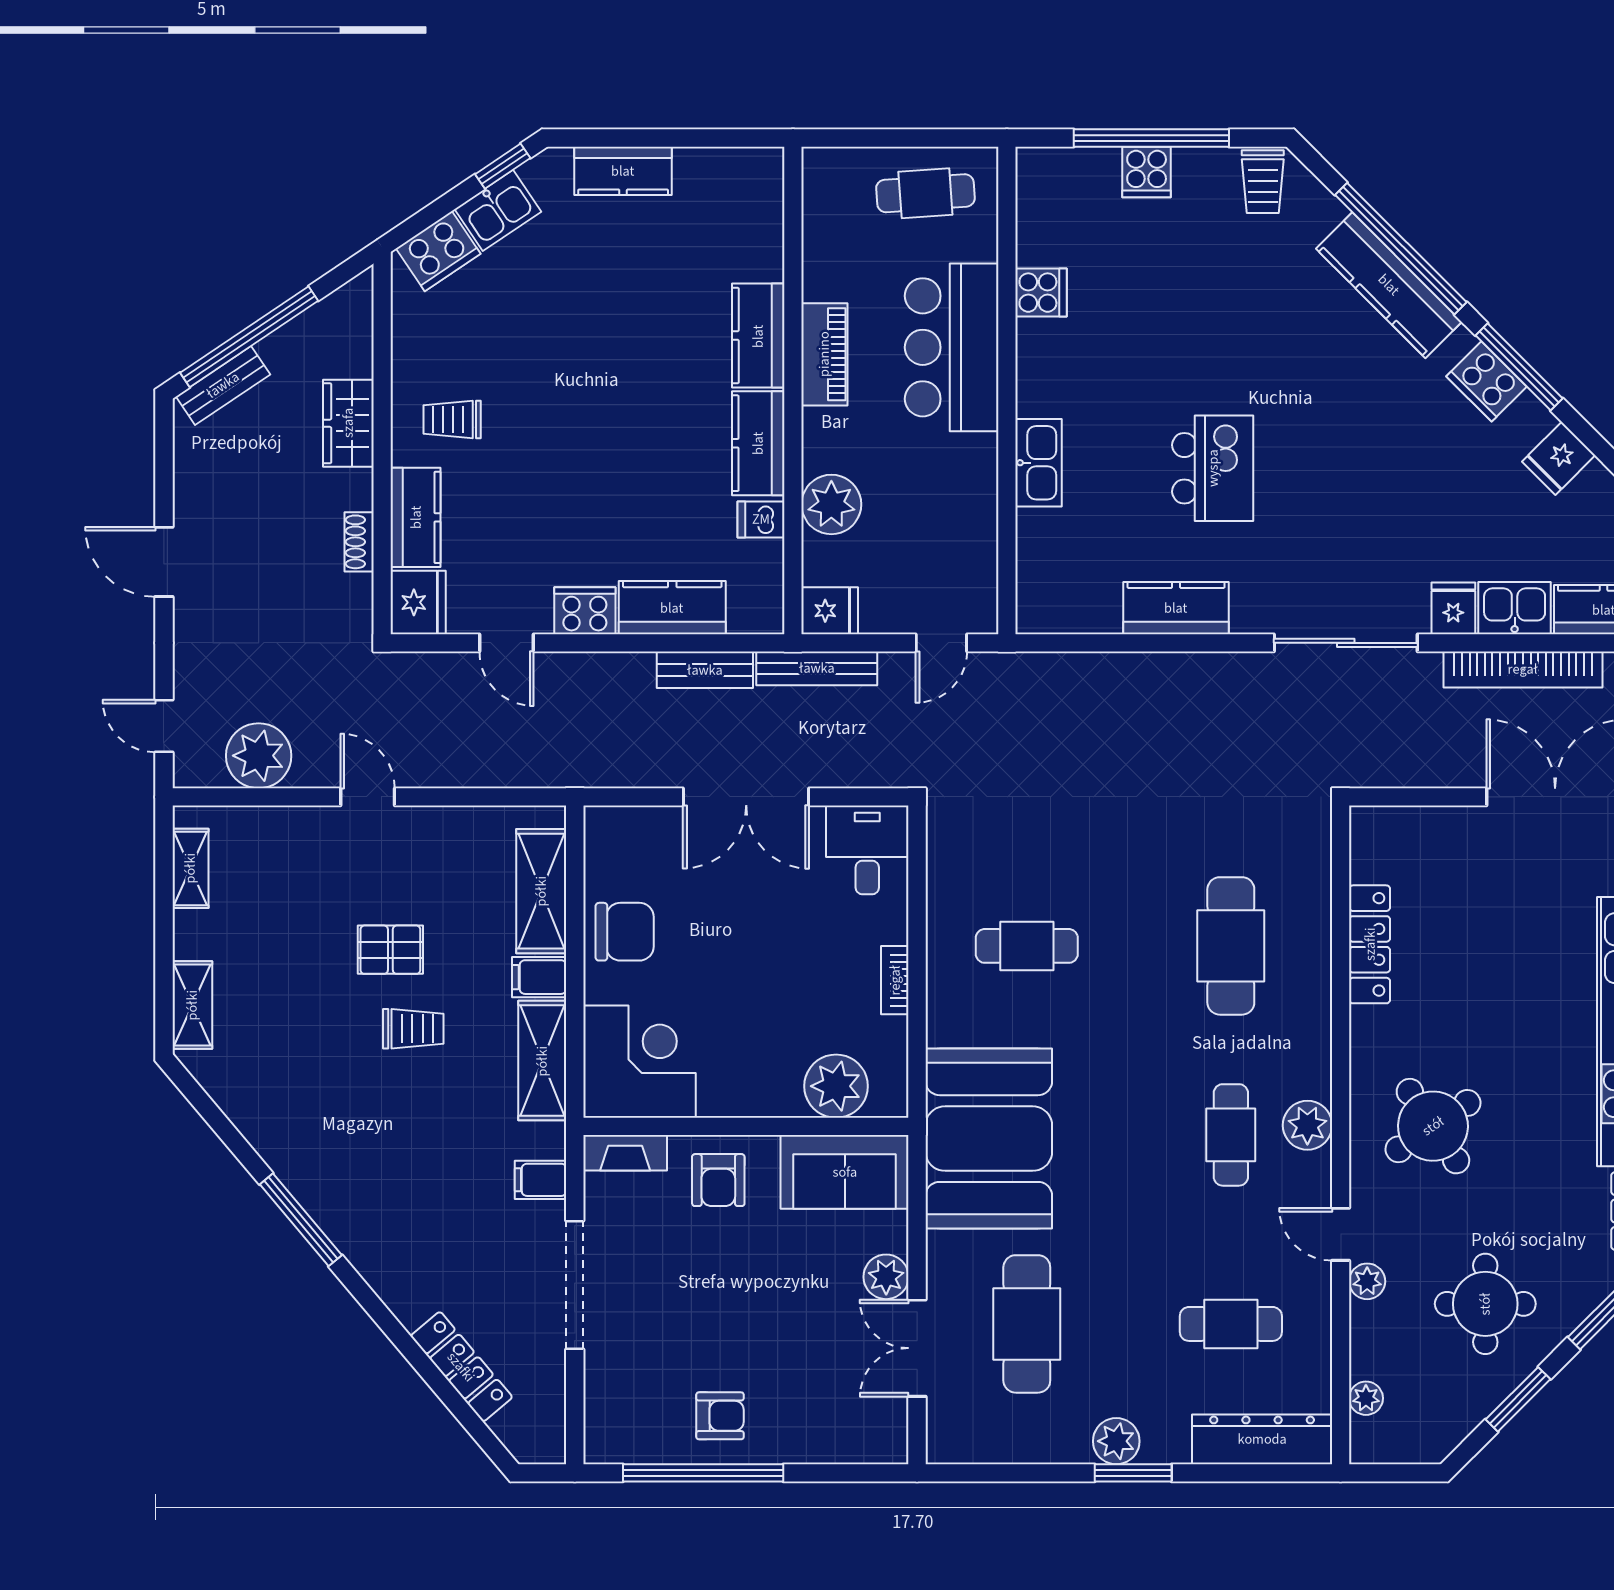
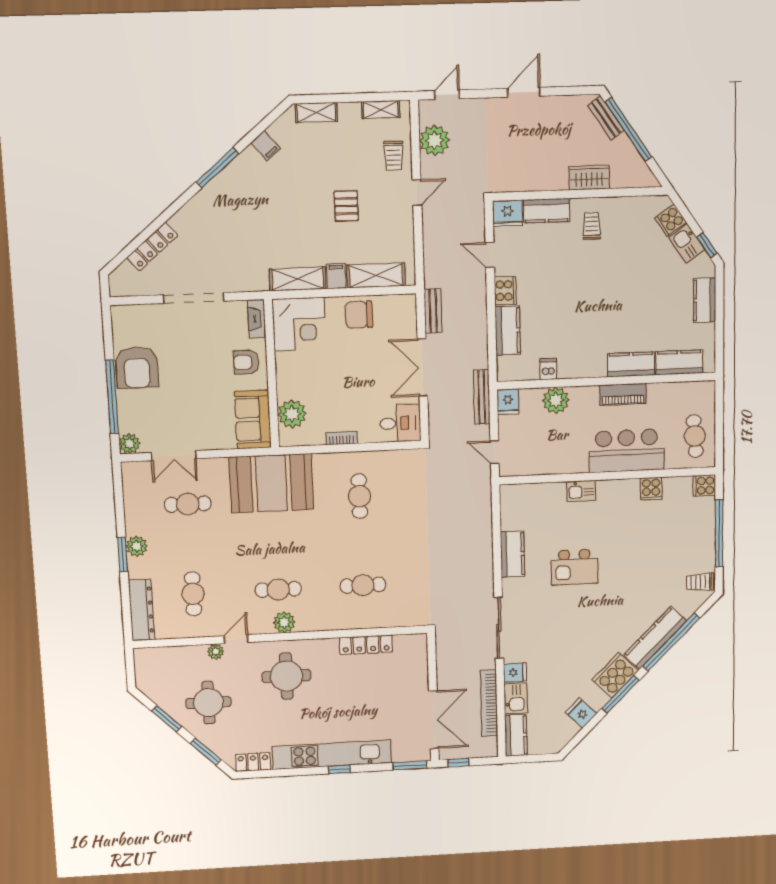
cooker: (1147, 172) -> (704, 486), moved
cooker: (438, 251) -> (671, 220), width x0.73
cooker: (1486, 381) -> (615, 675), width x1.37, depth x1.31
kitchen counter: (758, 443) -> (679, 362), moved
kitchen sink: (1039, 463) -> (581, 491), width x0.73
shoe rack: (359, 542) -> (535, 185), removed
door: (506, 643) -> (490, 255), hinge flipped
bench: (705, 670) -> (433, 311), moved
chair: (625, 932) -> (359, 315), turned 90
cafe table: (1231, 946) -> (363, 585), width x0.73, depth x0.74
trolley: (413, 1029) -> (394, 156), moved
round table: (1433, 1126) -> (286, 676), turned 34
filing cabinet: (540, 1180) -> (266, 146), moved, turned 140
plant: (886, 1277) -> (130, 444), moved
cafe table: (1027, 1324) -> (188, 504), width x0.73, depth x0.74
double door: (917, 1348) -> (174, 456), swing flipped
plant: (1366, 1398) -> (163, 654), removed
armchair: (720, 1416) -> (137, 368), width x1.88, depth x1.88
window: (703, 1473) -> (112, 397), moved

